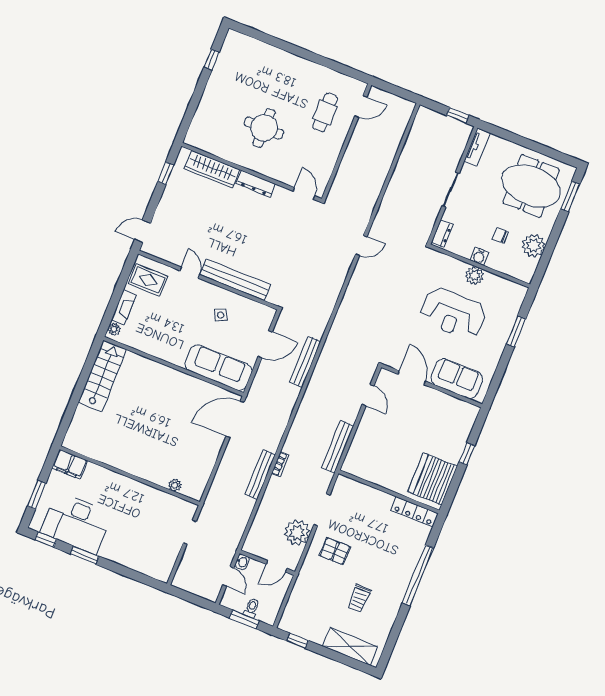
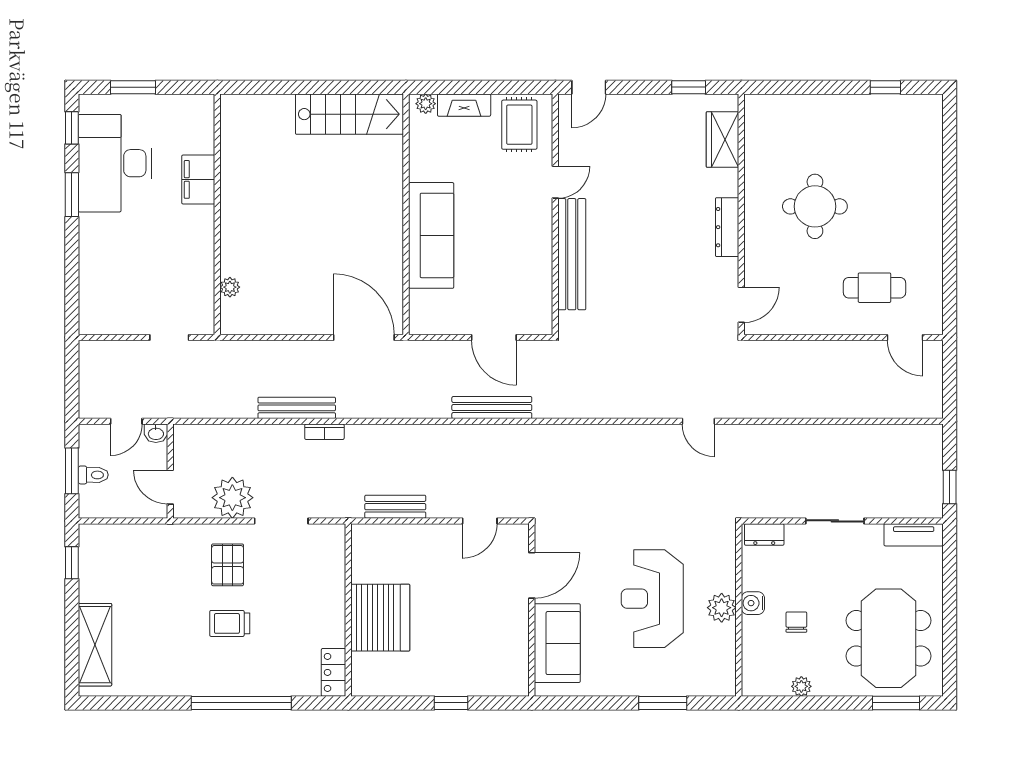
wardrobe: (212, 169) -> (723, 140), width x0.67
door: (143, 231) -> (589, 87), swing flipped
plant: (534, 245) -> (801, 686), width x0.53, depth x0.53
side table: (221, 315) -> (511, 254), removed
sofa: (218, 368) -> (431, 235), moved
bench: (338, 447) -> (395, 507), width x0.73
filing cabinet: (70, 464) -> (198, 179), moved
server rack: (432, 479) -> (380, 618), moved, turned 90
locker: (414, 512) -> (334, 672), width x0.66
trolley: (359, 598) -> (230, 623), moved

